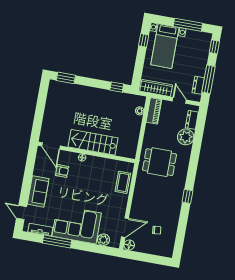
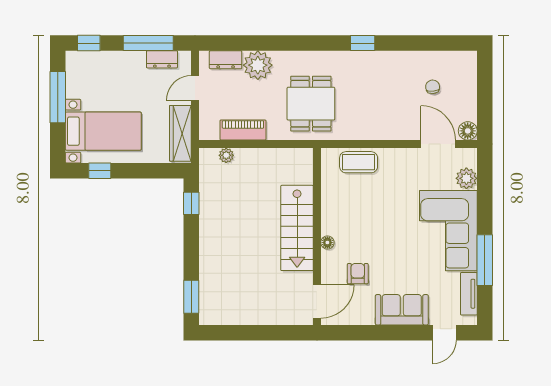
piano: (154, 111) -> (243, 130), moved

